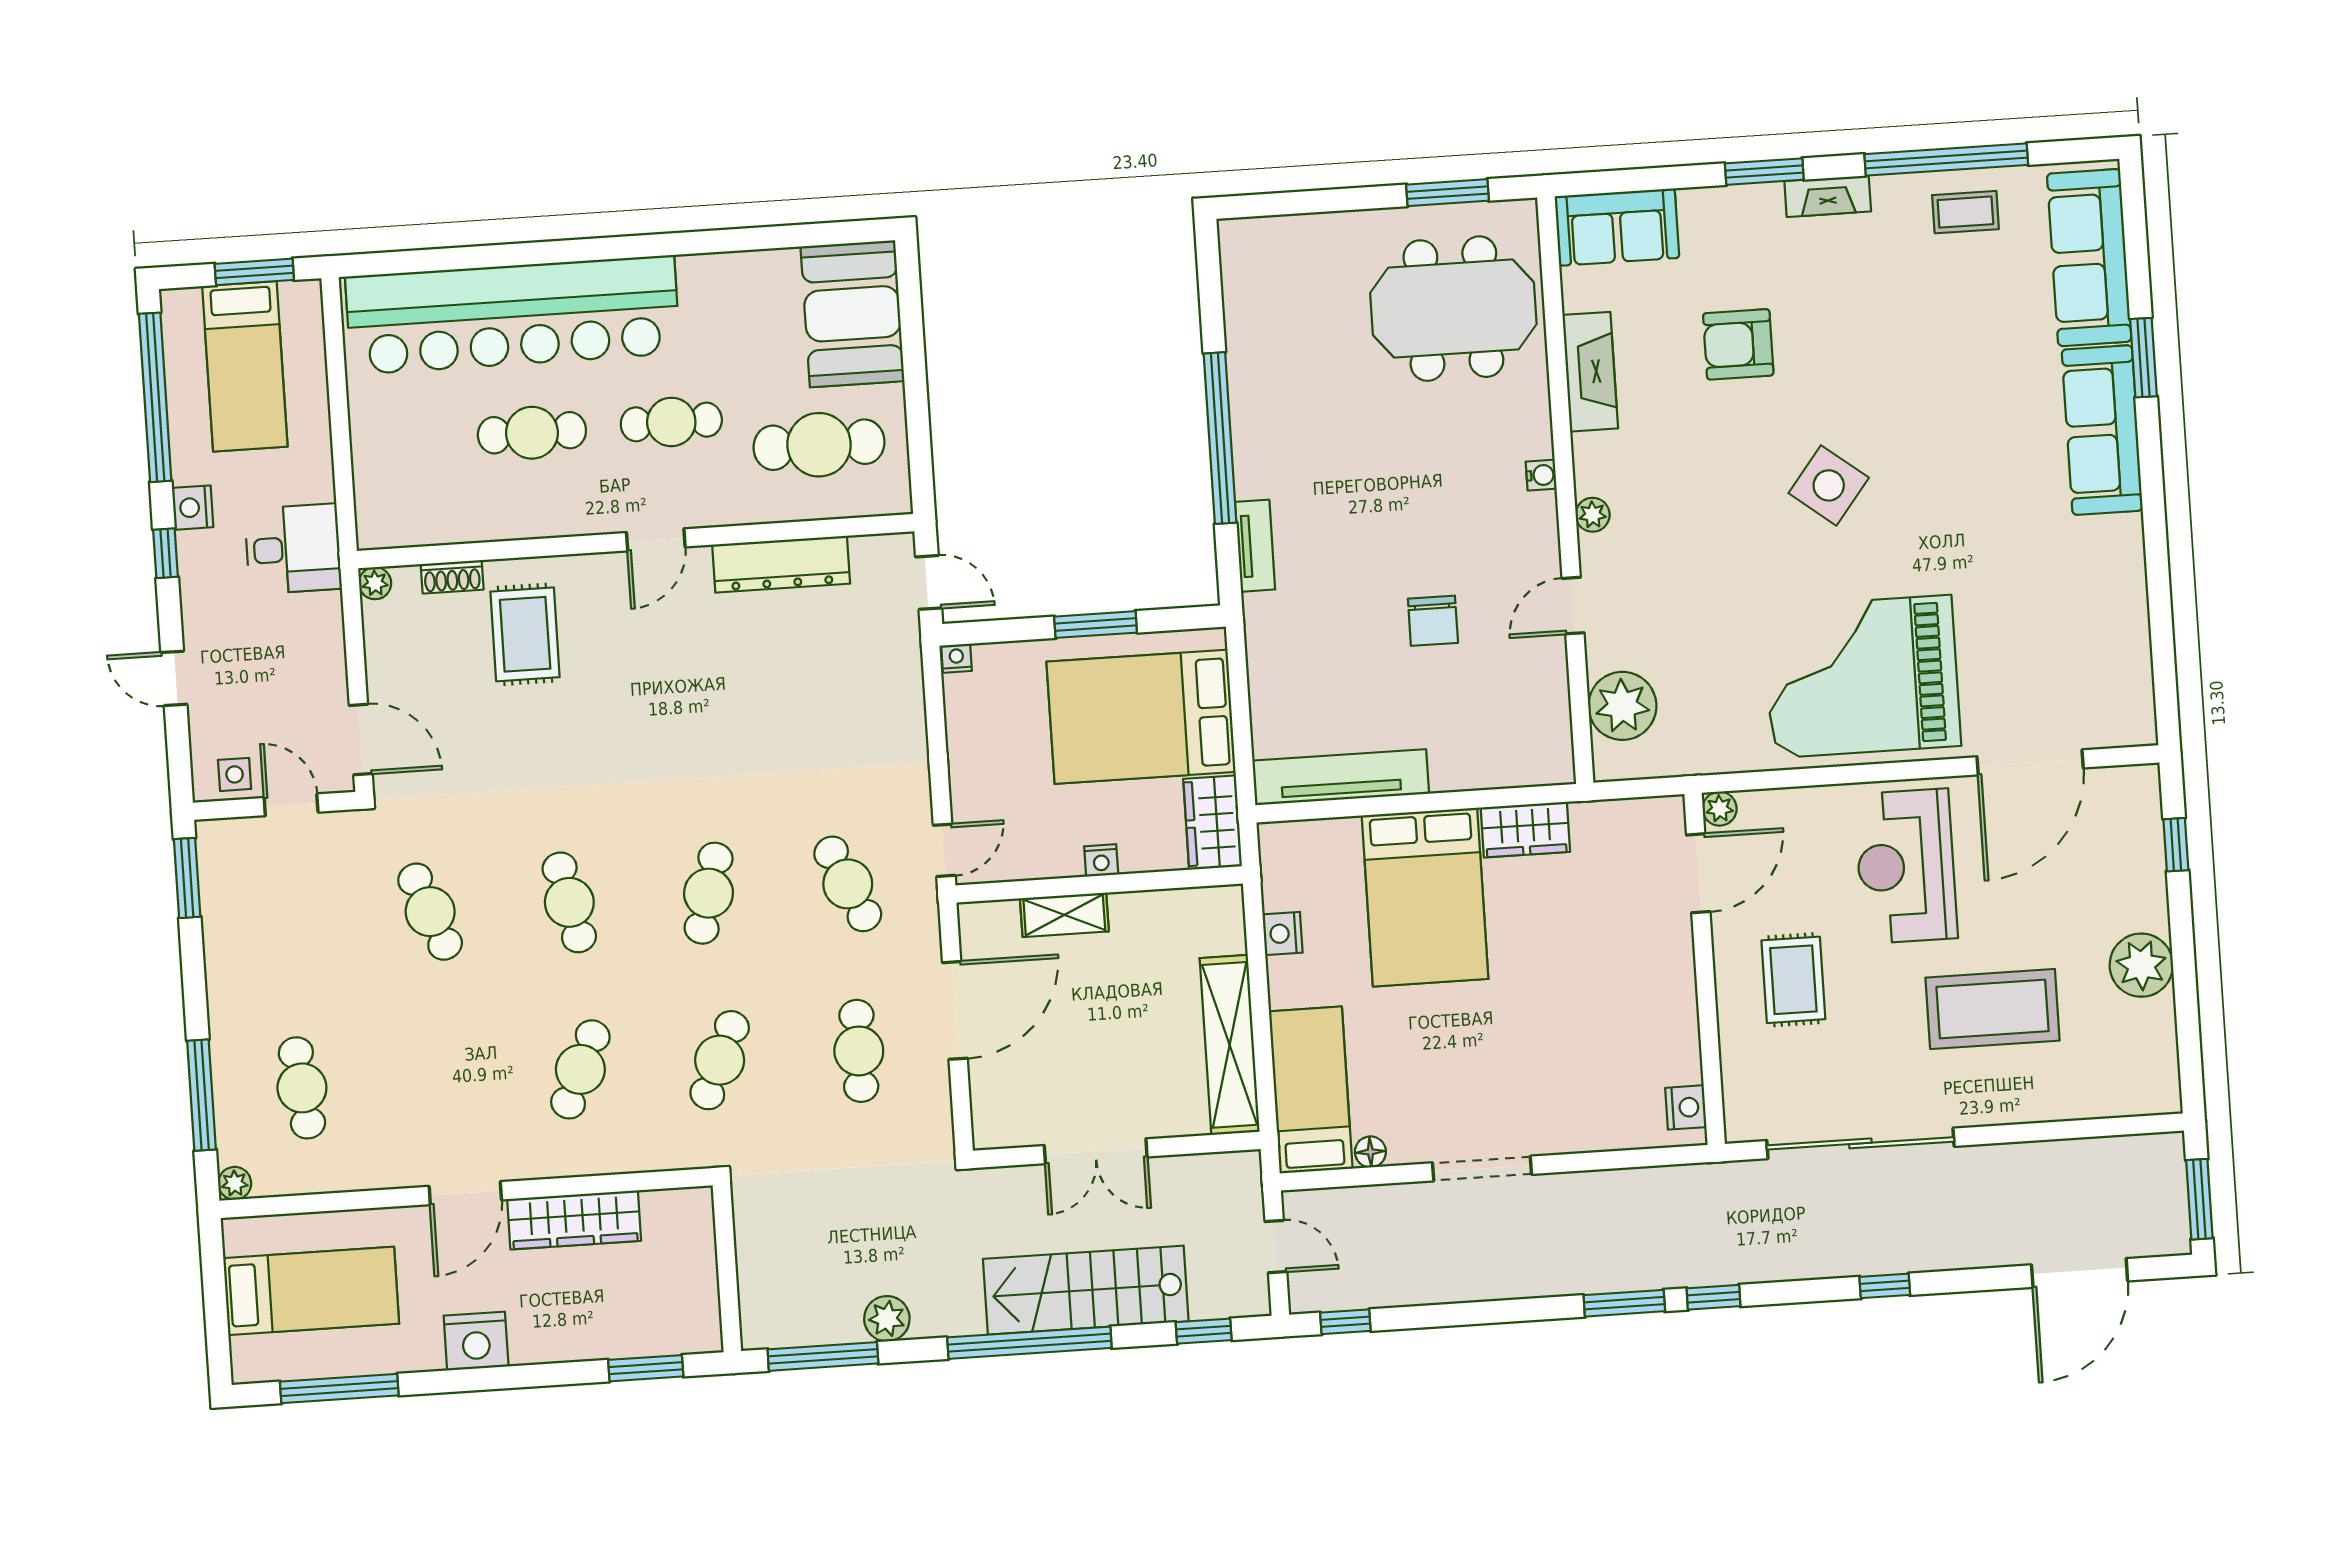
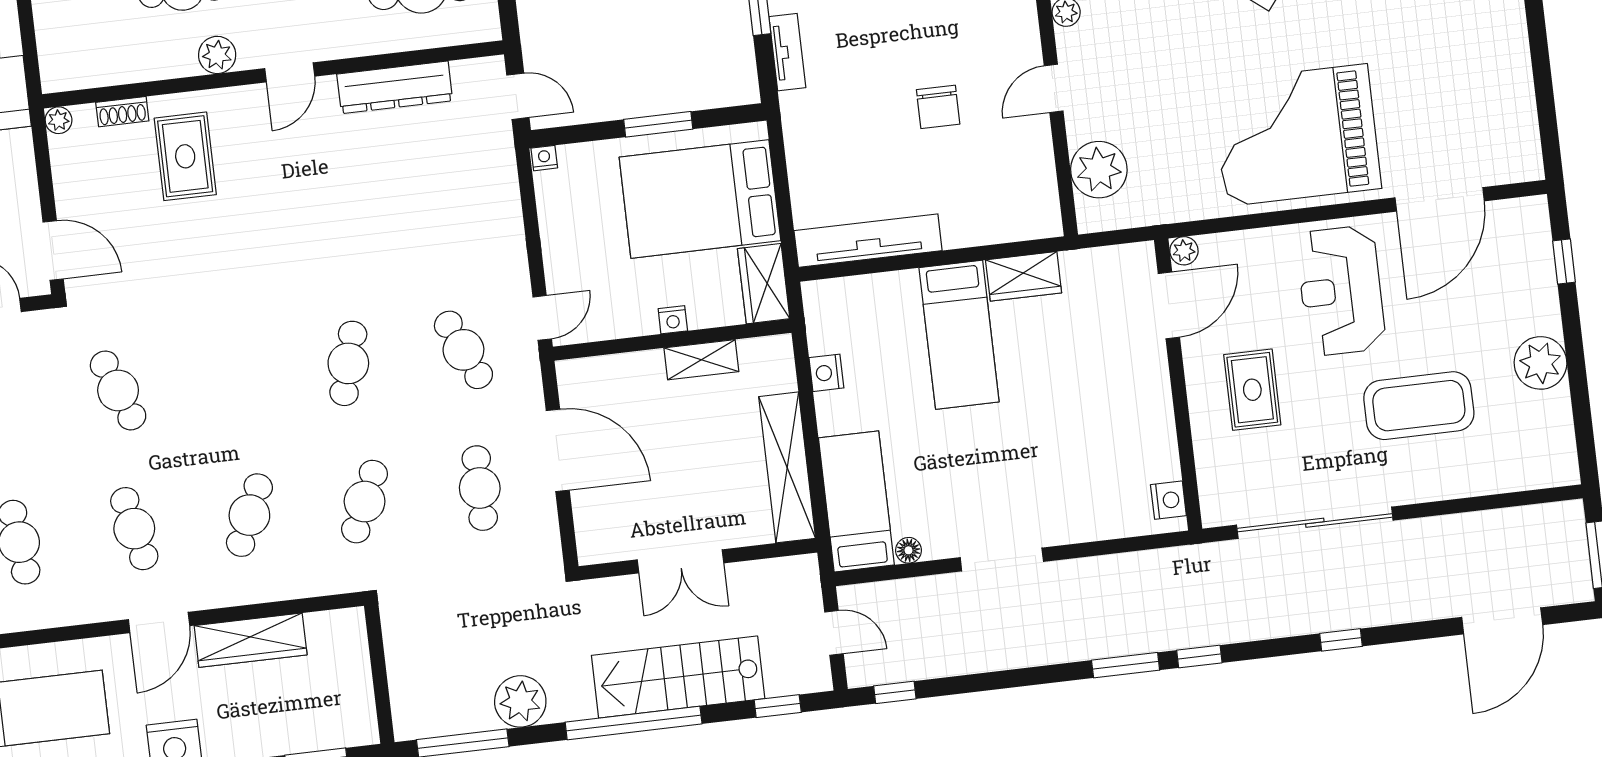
plant: (570, 514) -> (217, 55), added
bed: (1425, 897) -> (959, 335), width x0.67
cafe table: (569, 902) -> (134, 529), moved
shelving: (1064, 915) -> (701, 360), moved
door: (955, 1010) -> (558, 450), hinge flipped
plant: (887, 1319) -> (520, 701), width x1.36, depth x1.36

